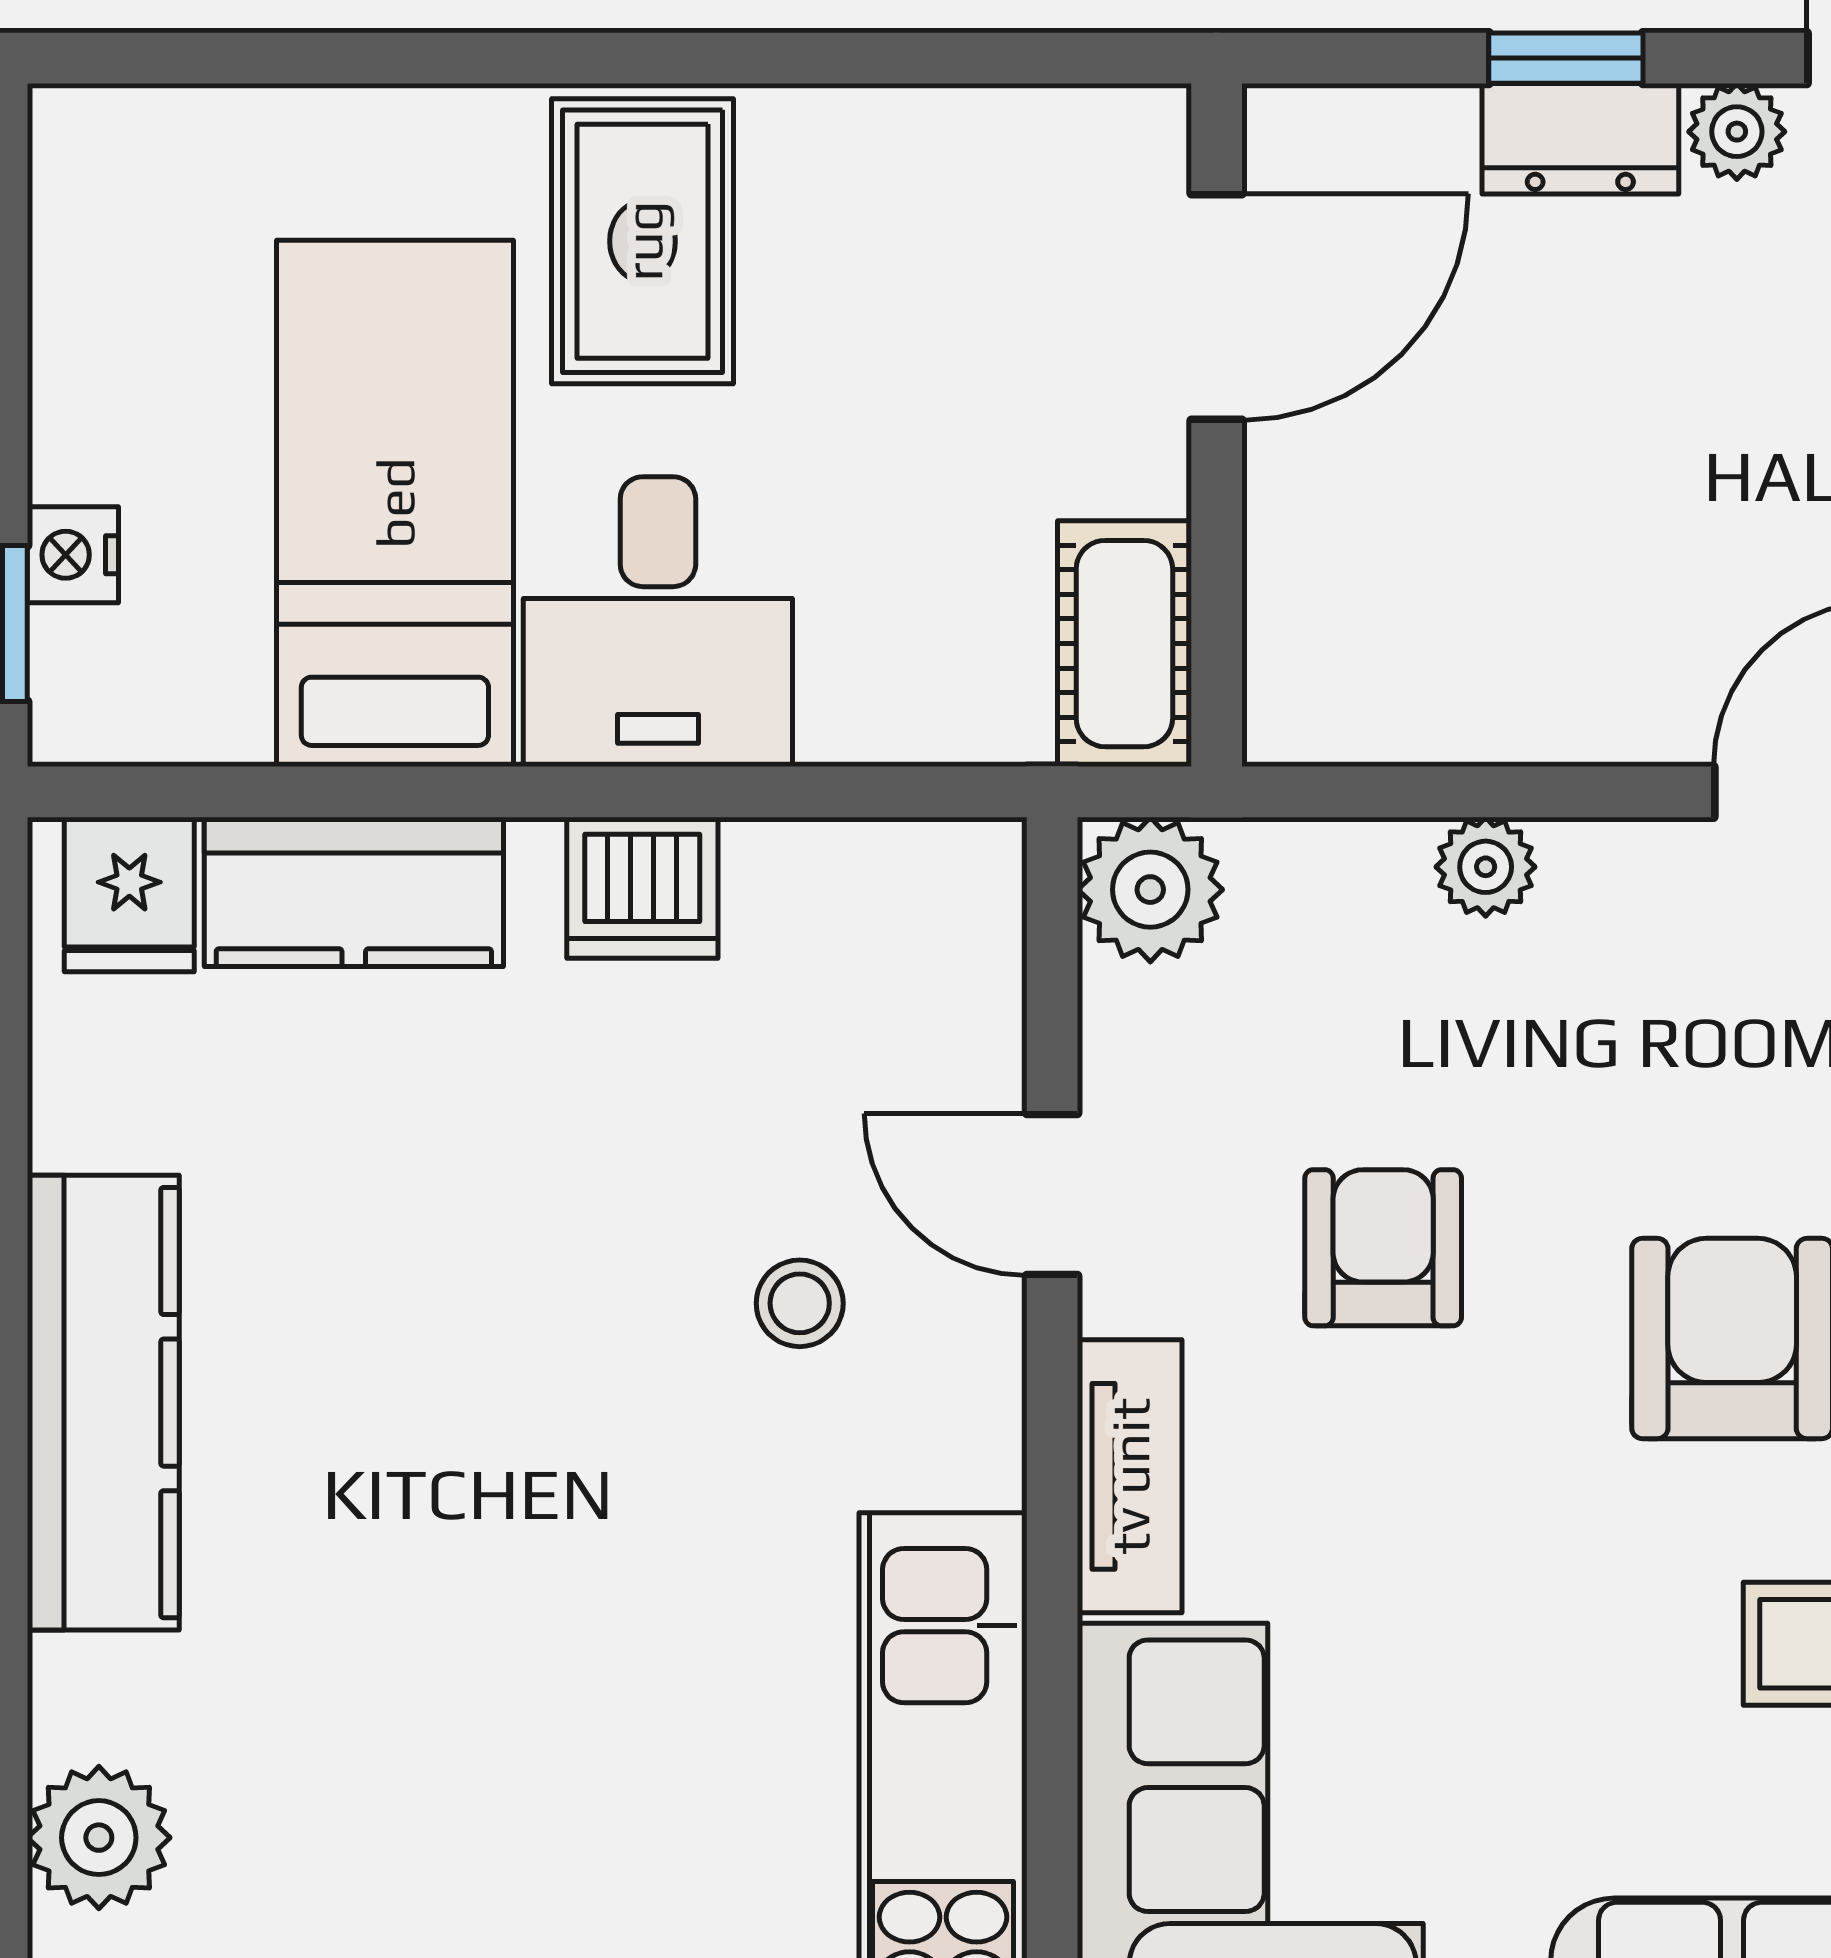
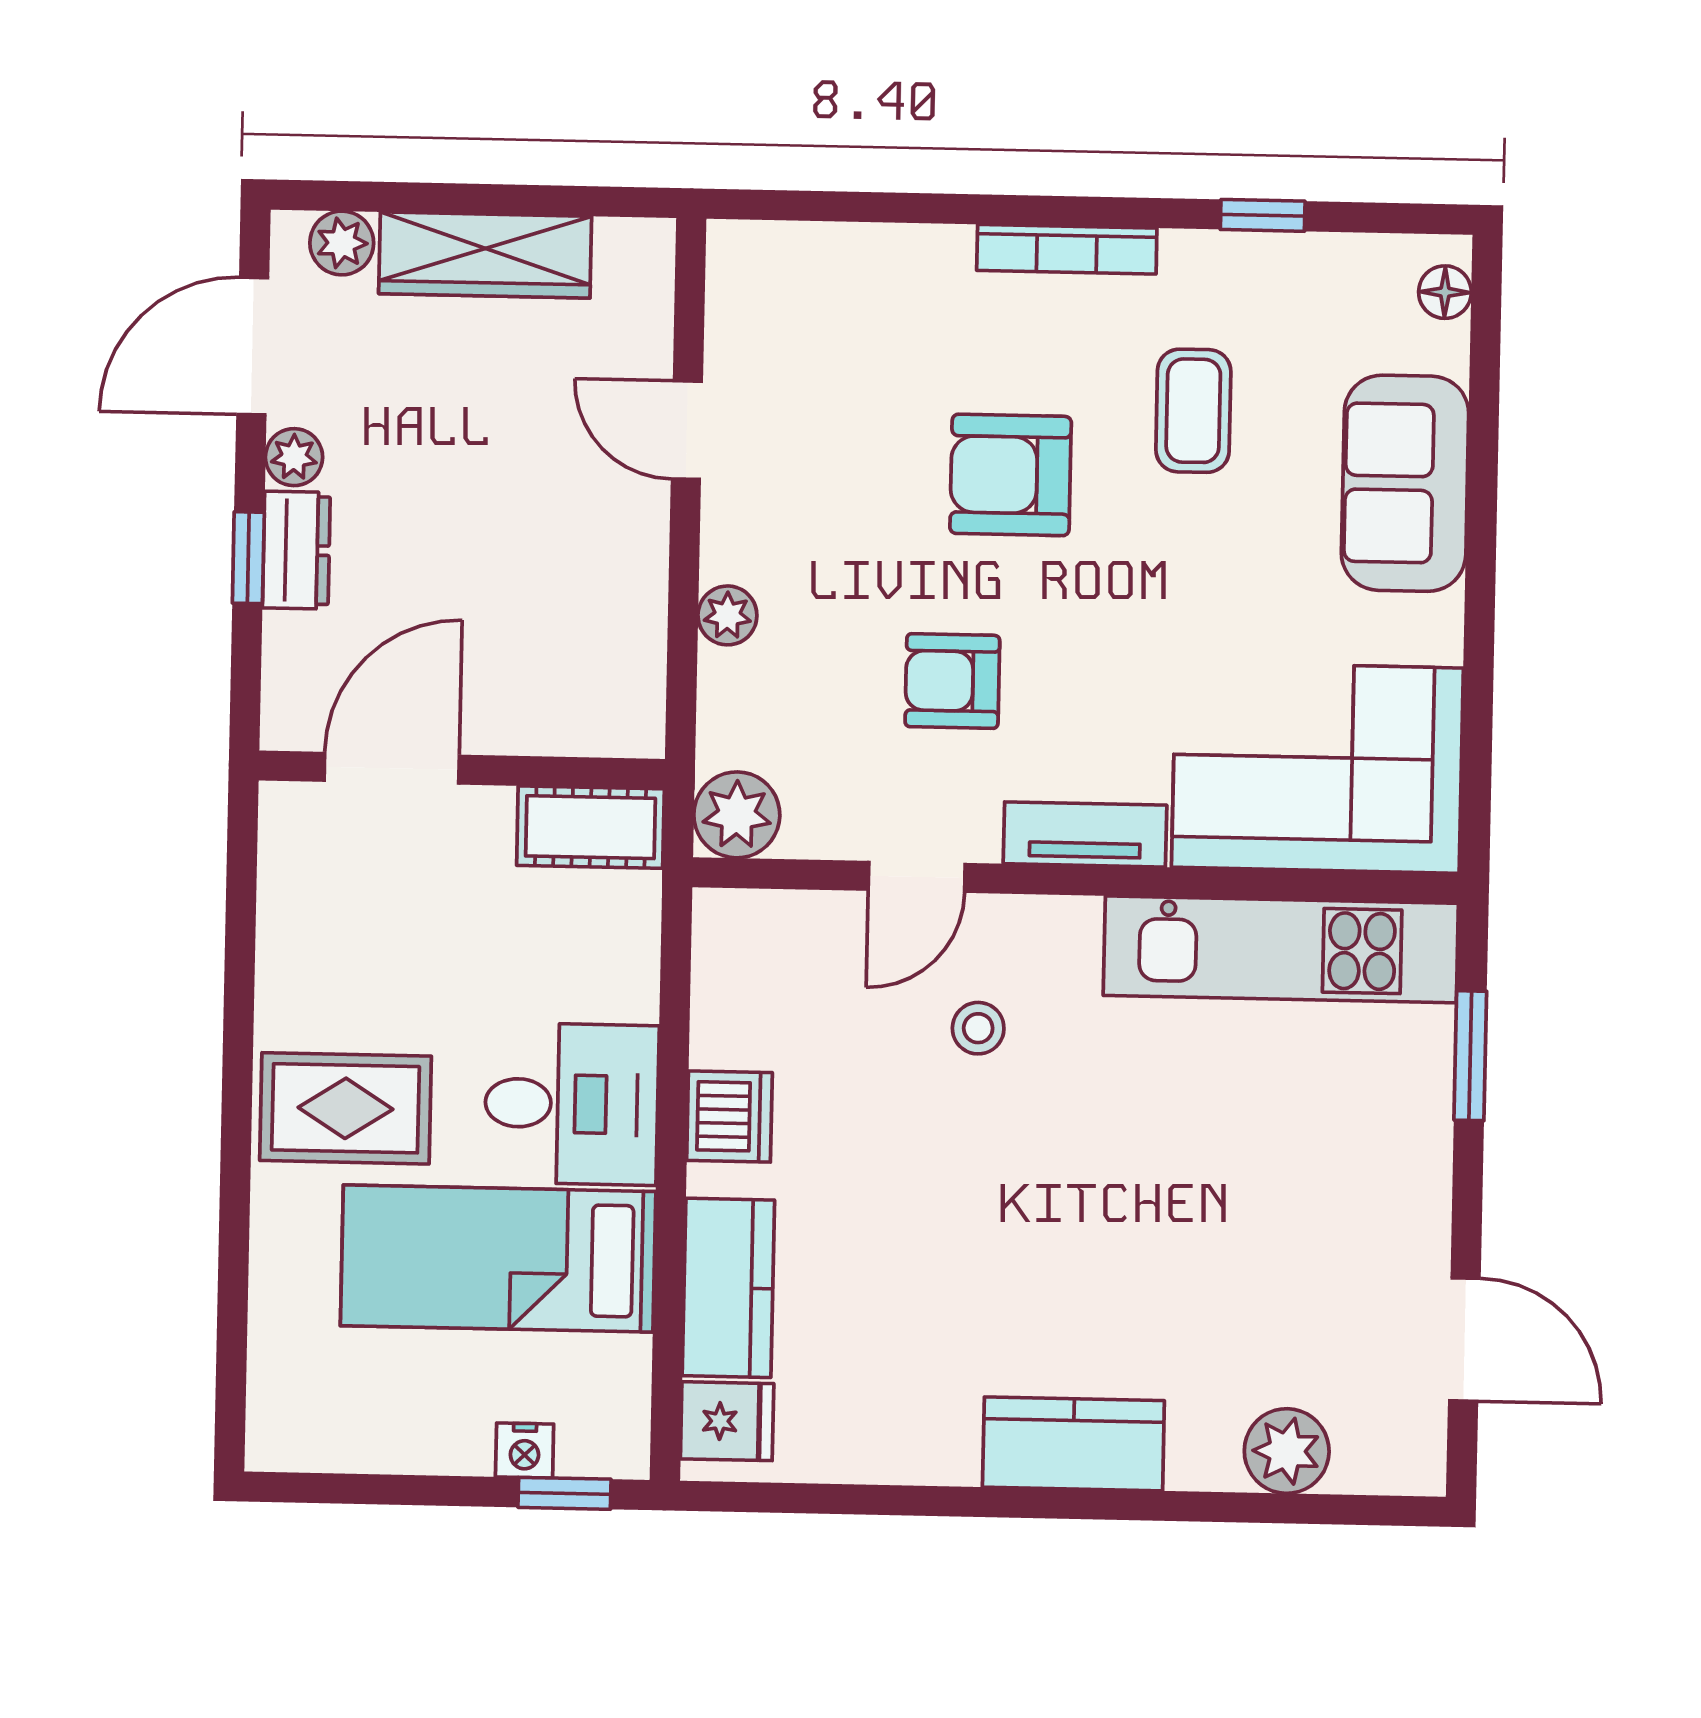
door: (1217, 307) -> (392, 768), hinge flipped
kitchen counter: (103, 1403) -> (1073, 1444), width x0.67

